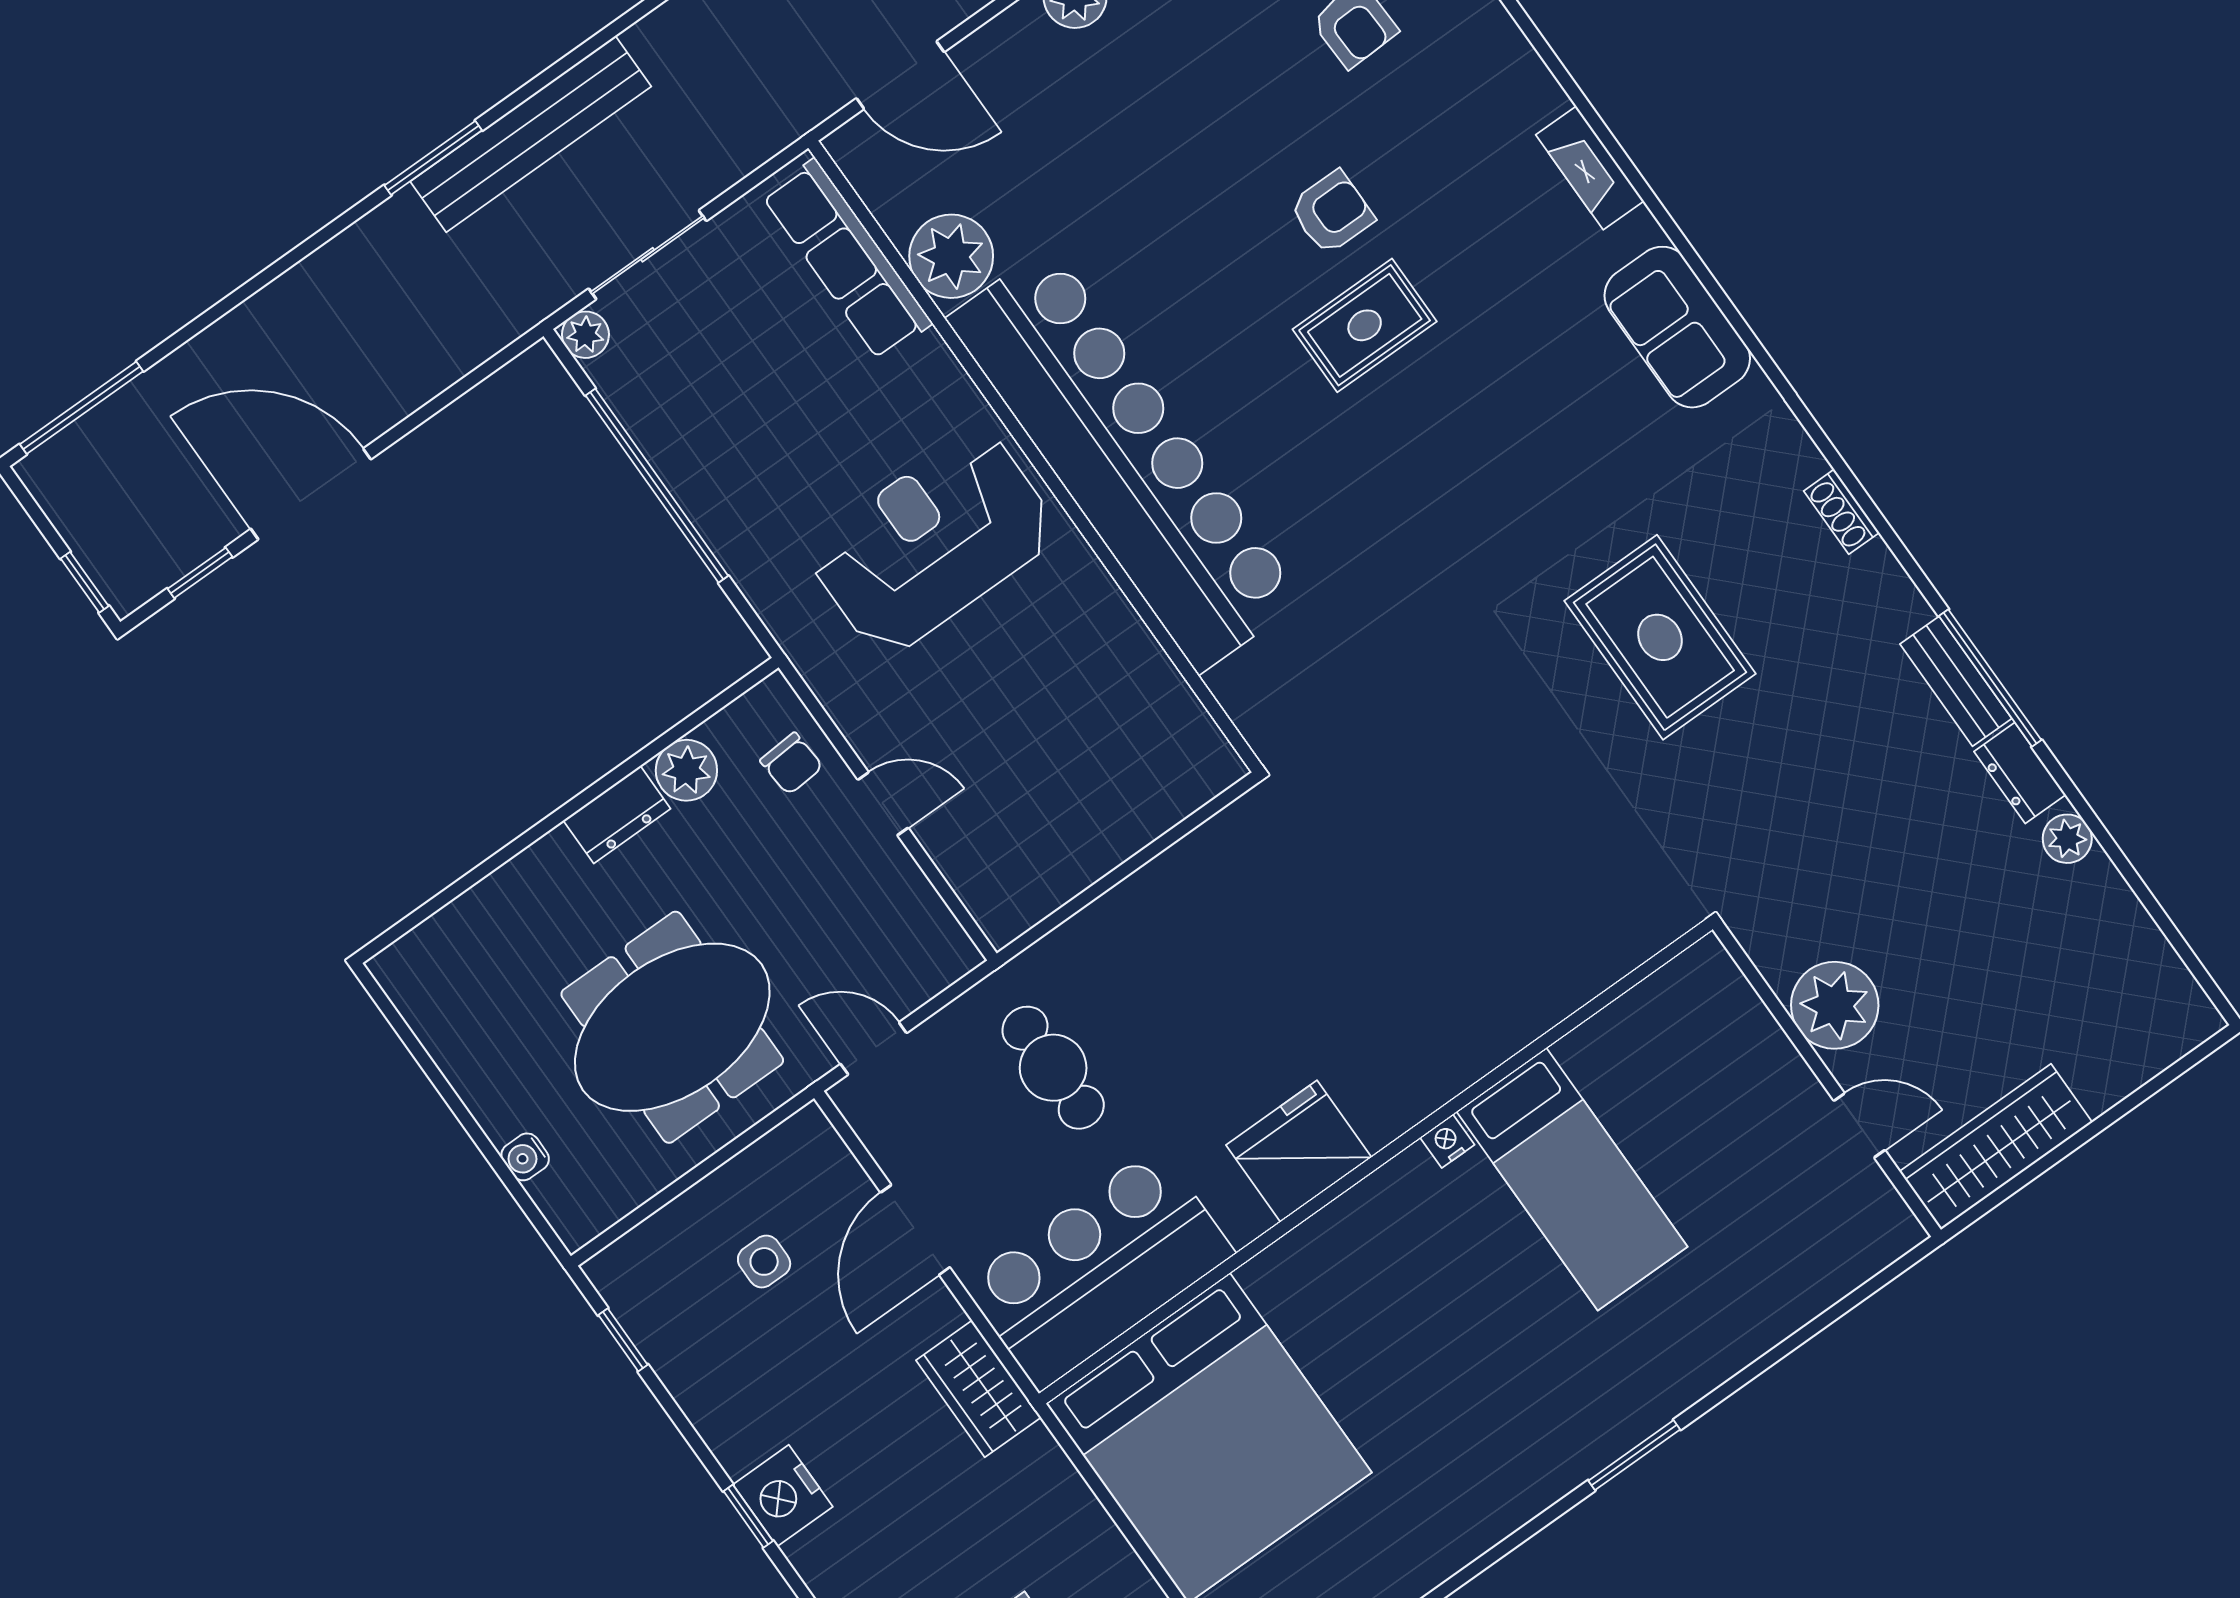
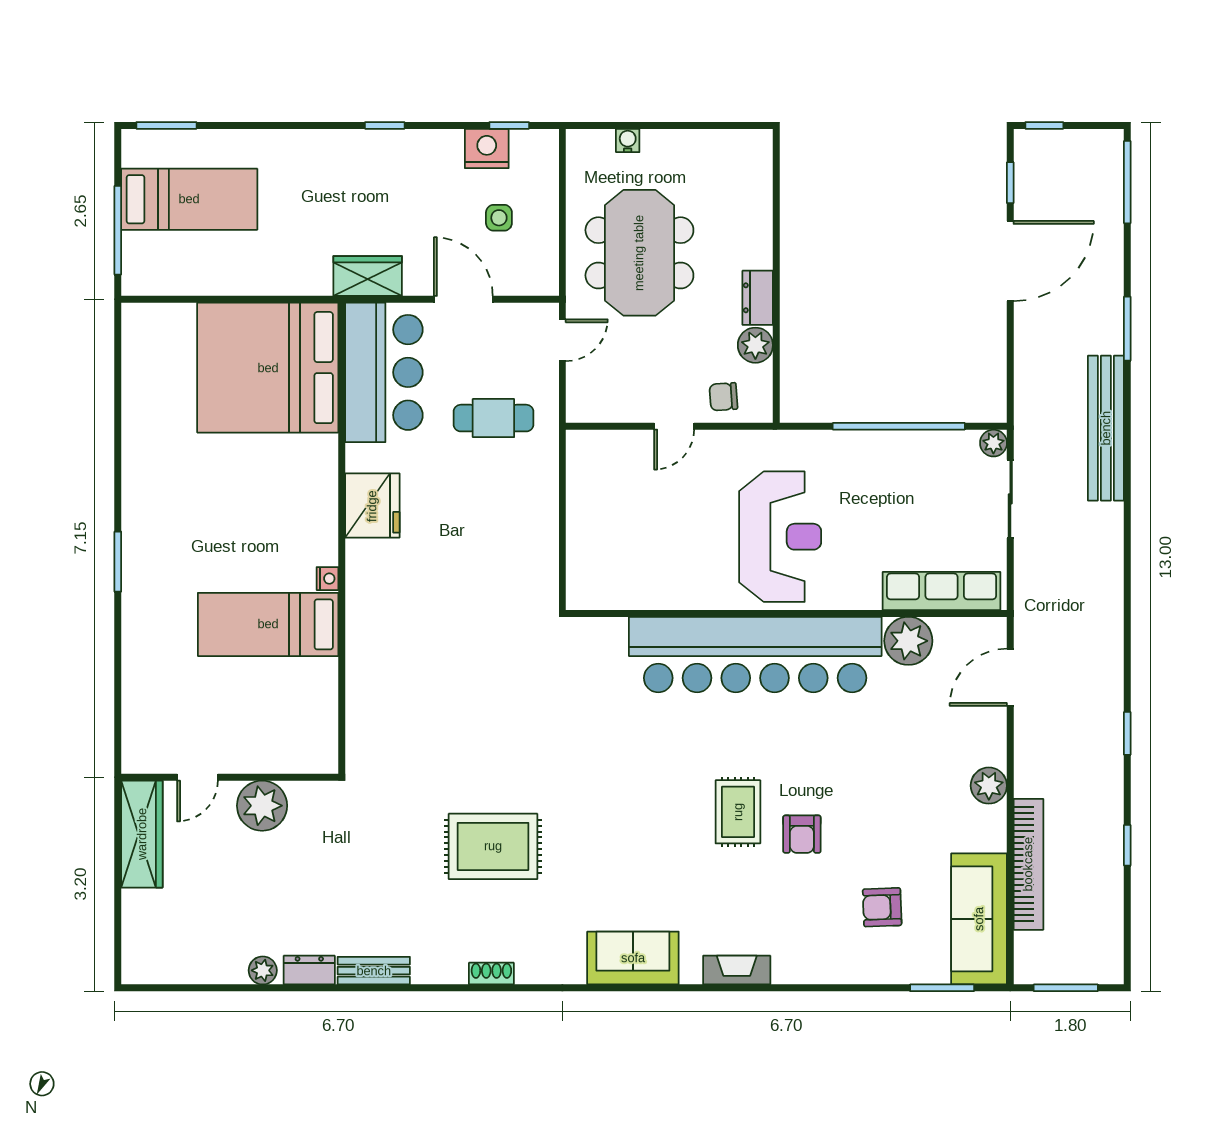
bench: (531, 134) -> (1106, 428), moved
window: (433, 158) -> (1127, 329), moved
window: (1990, 678) -> (364, 988), removed
nightstand: (783, 1496) -> (487, 148), moved

